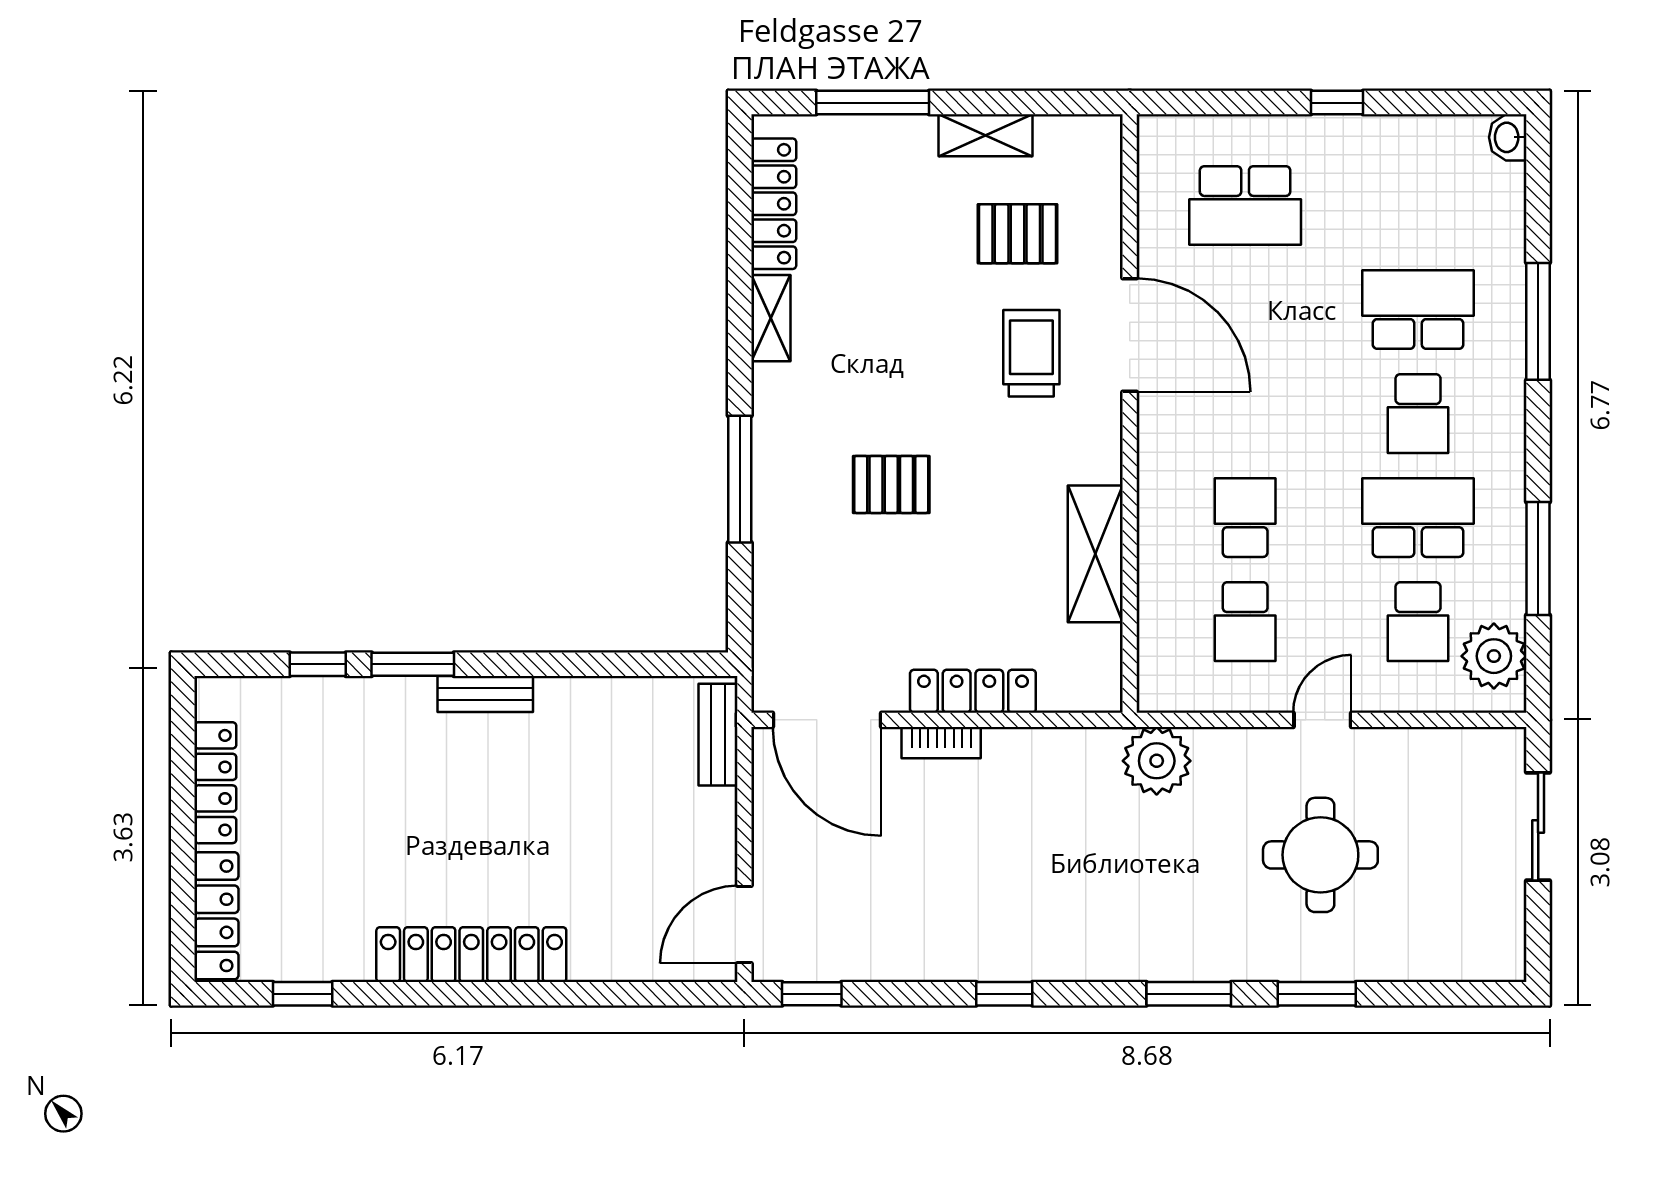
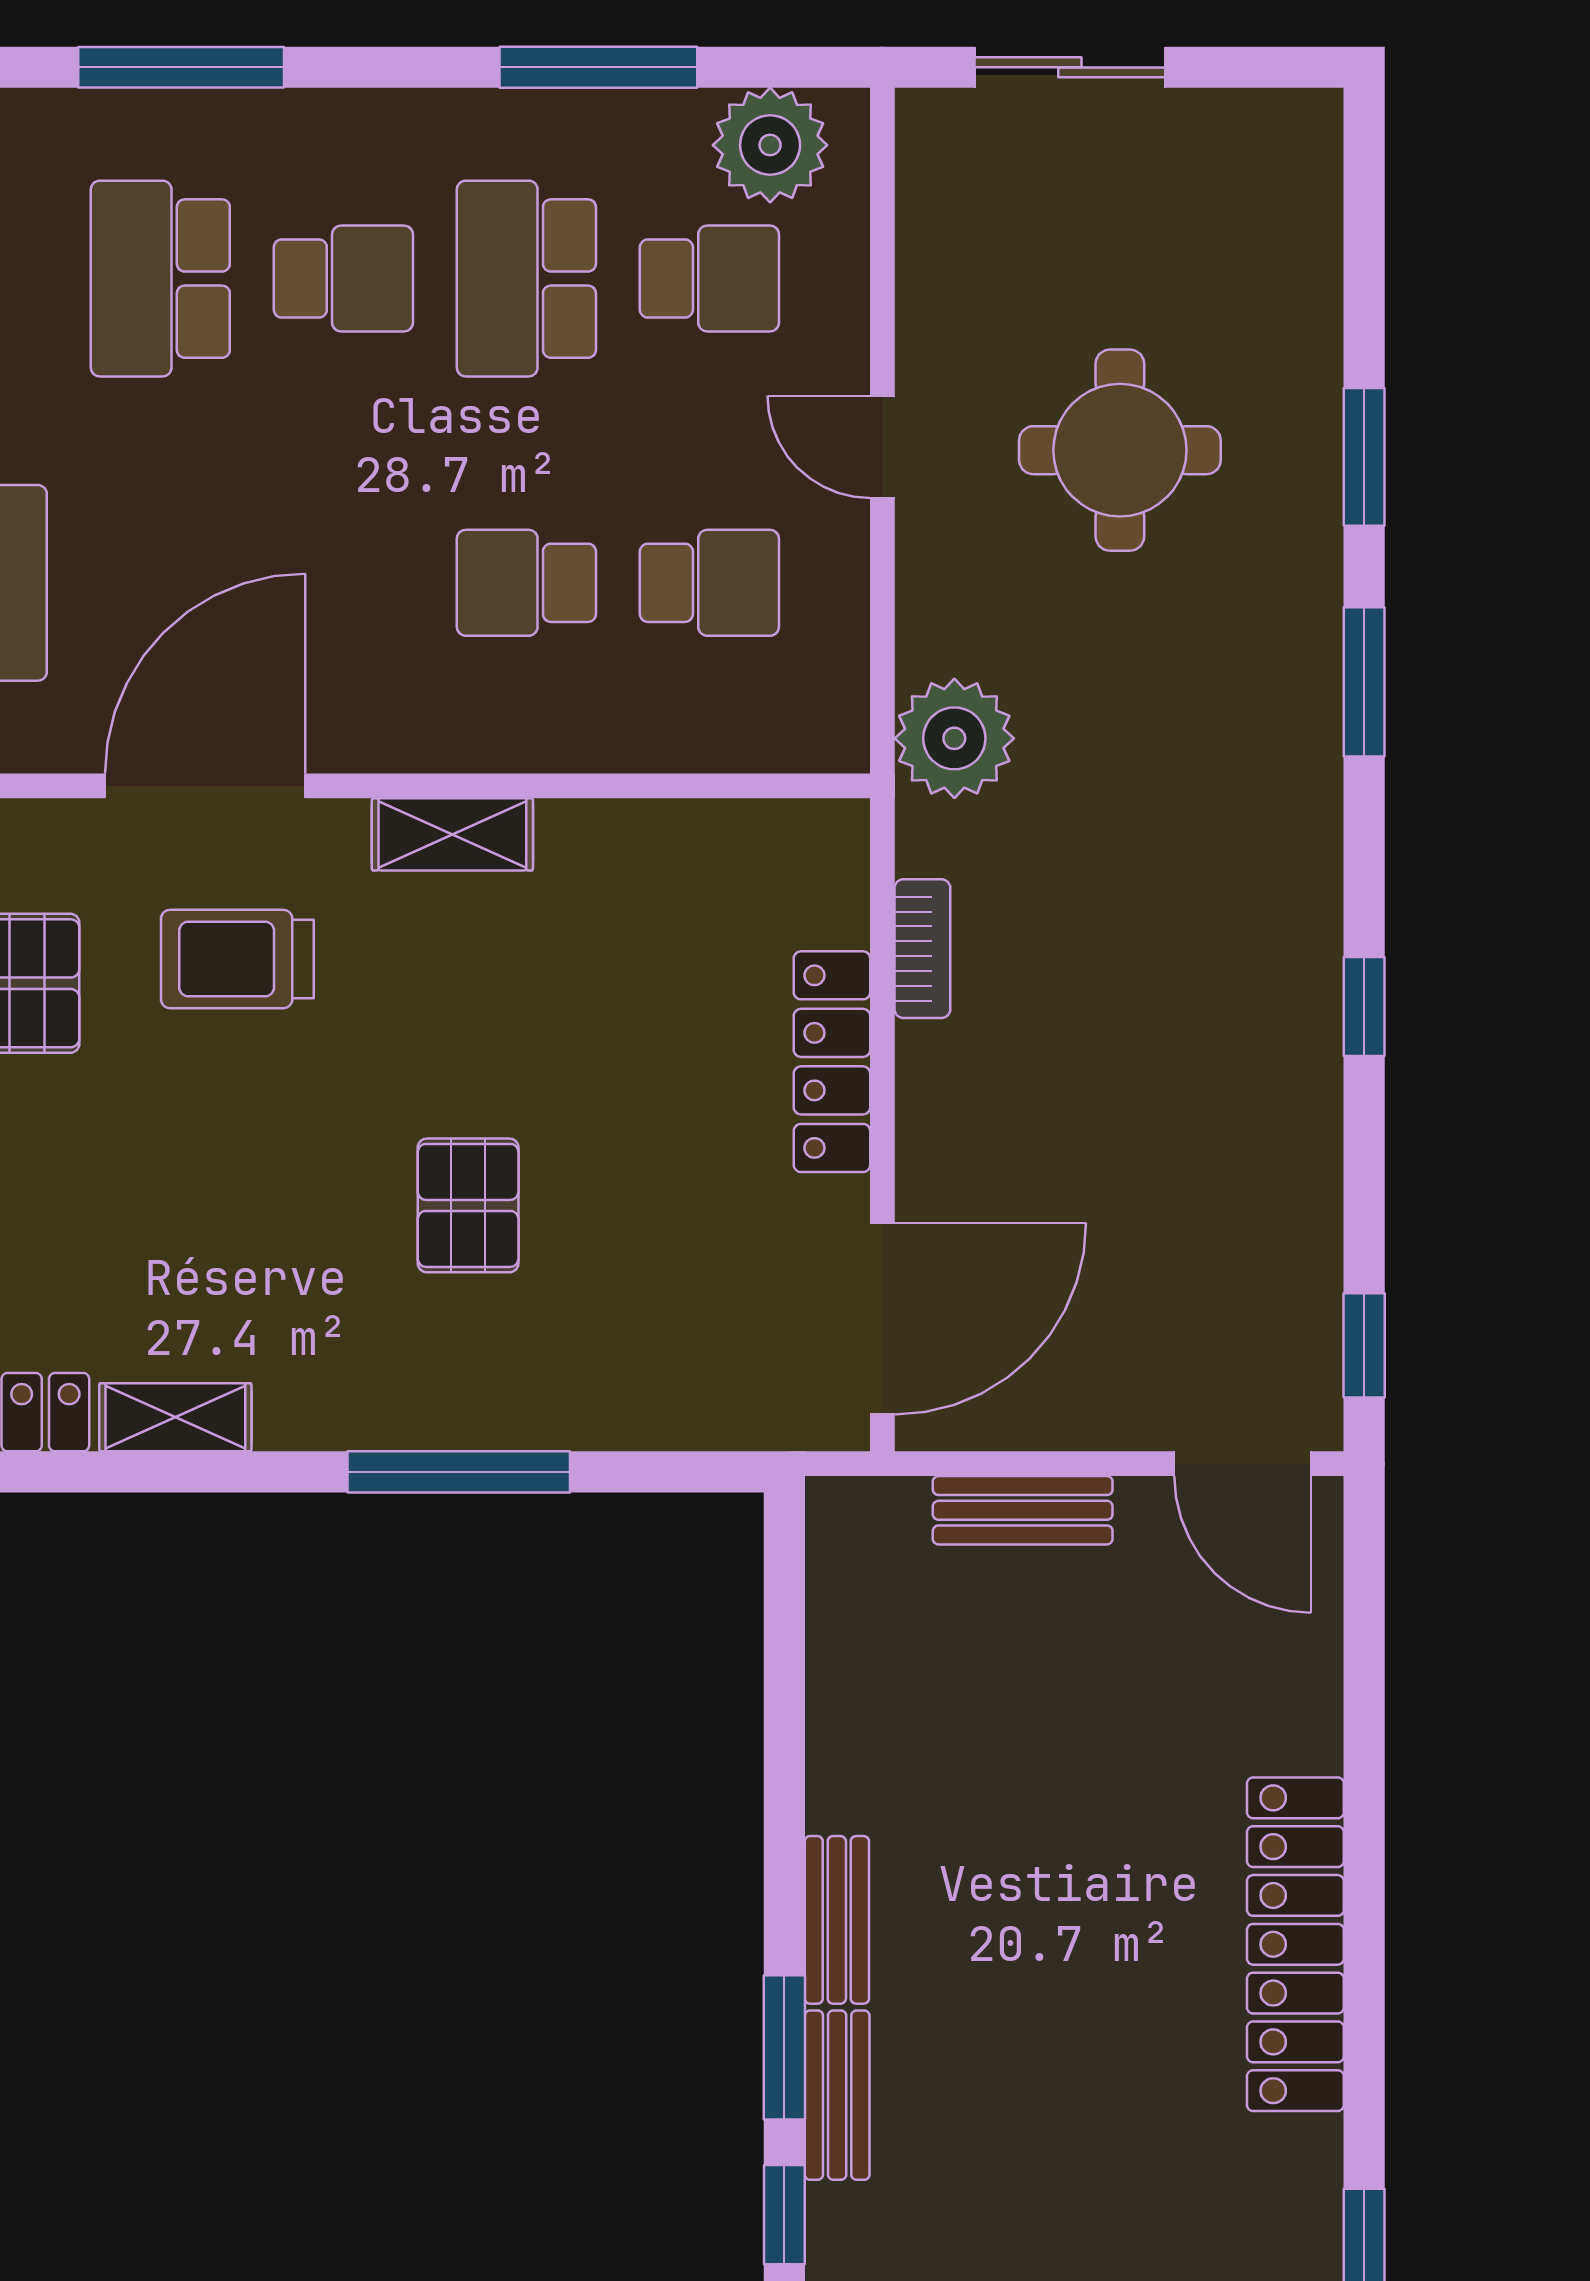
shelving: (1095, 554) -> (452, 834), moved, width x0.67, depth x0.75
bench: (386, 694) -> (837, 2095), added
bench: (718, 735) -> (1023, 1510), moved
bookcase: (941, 743) -> (922, 949), moved

